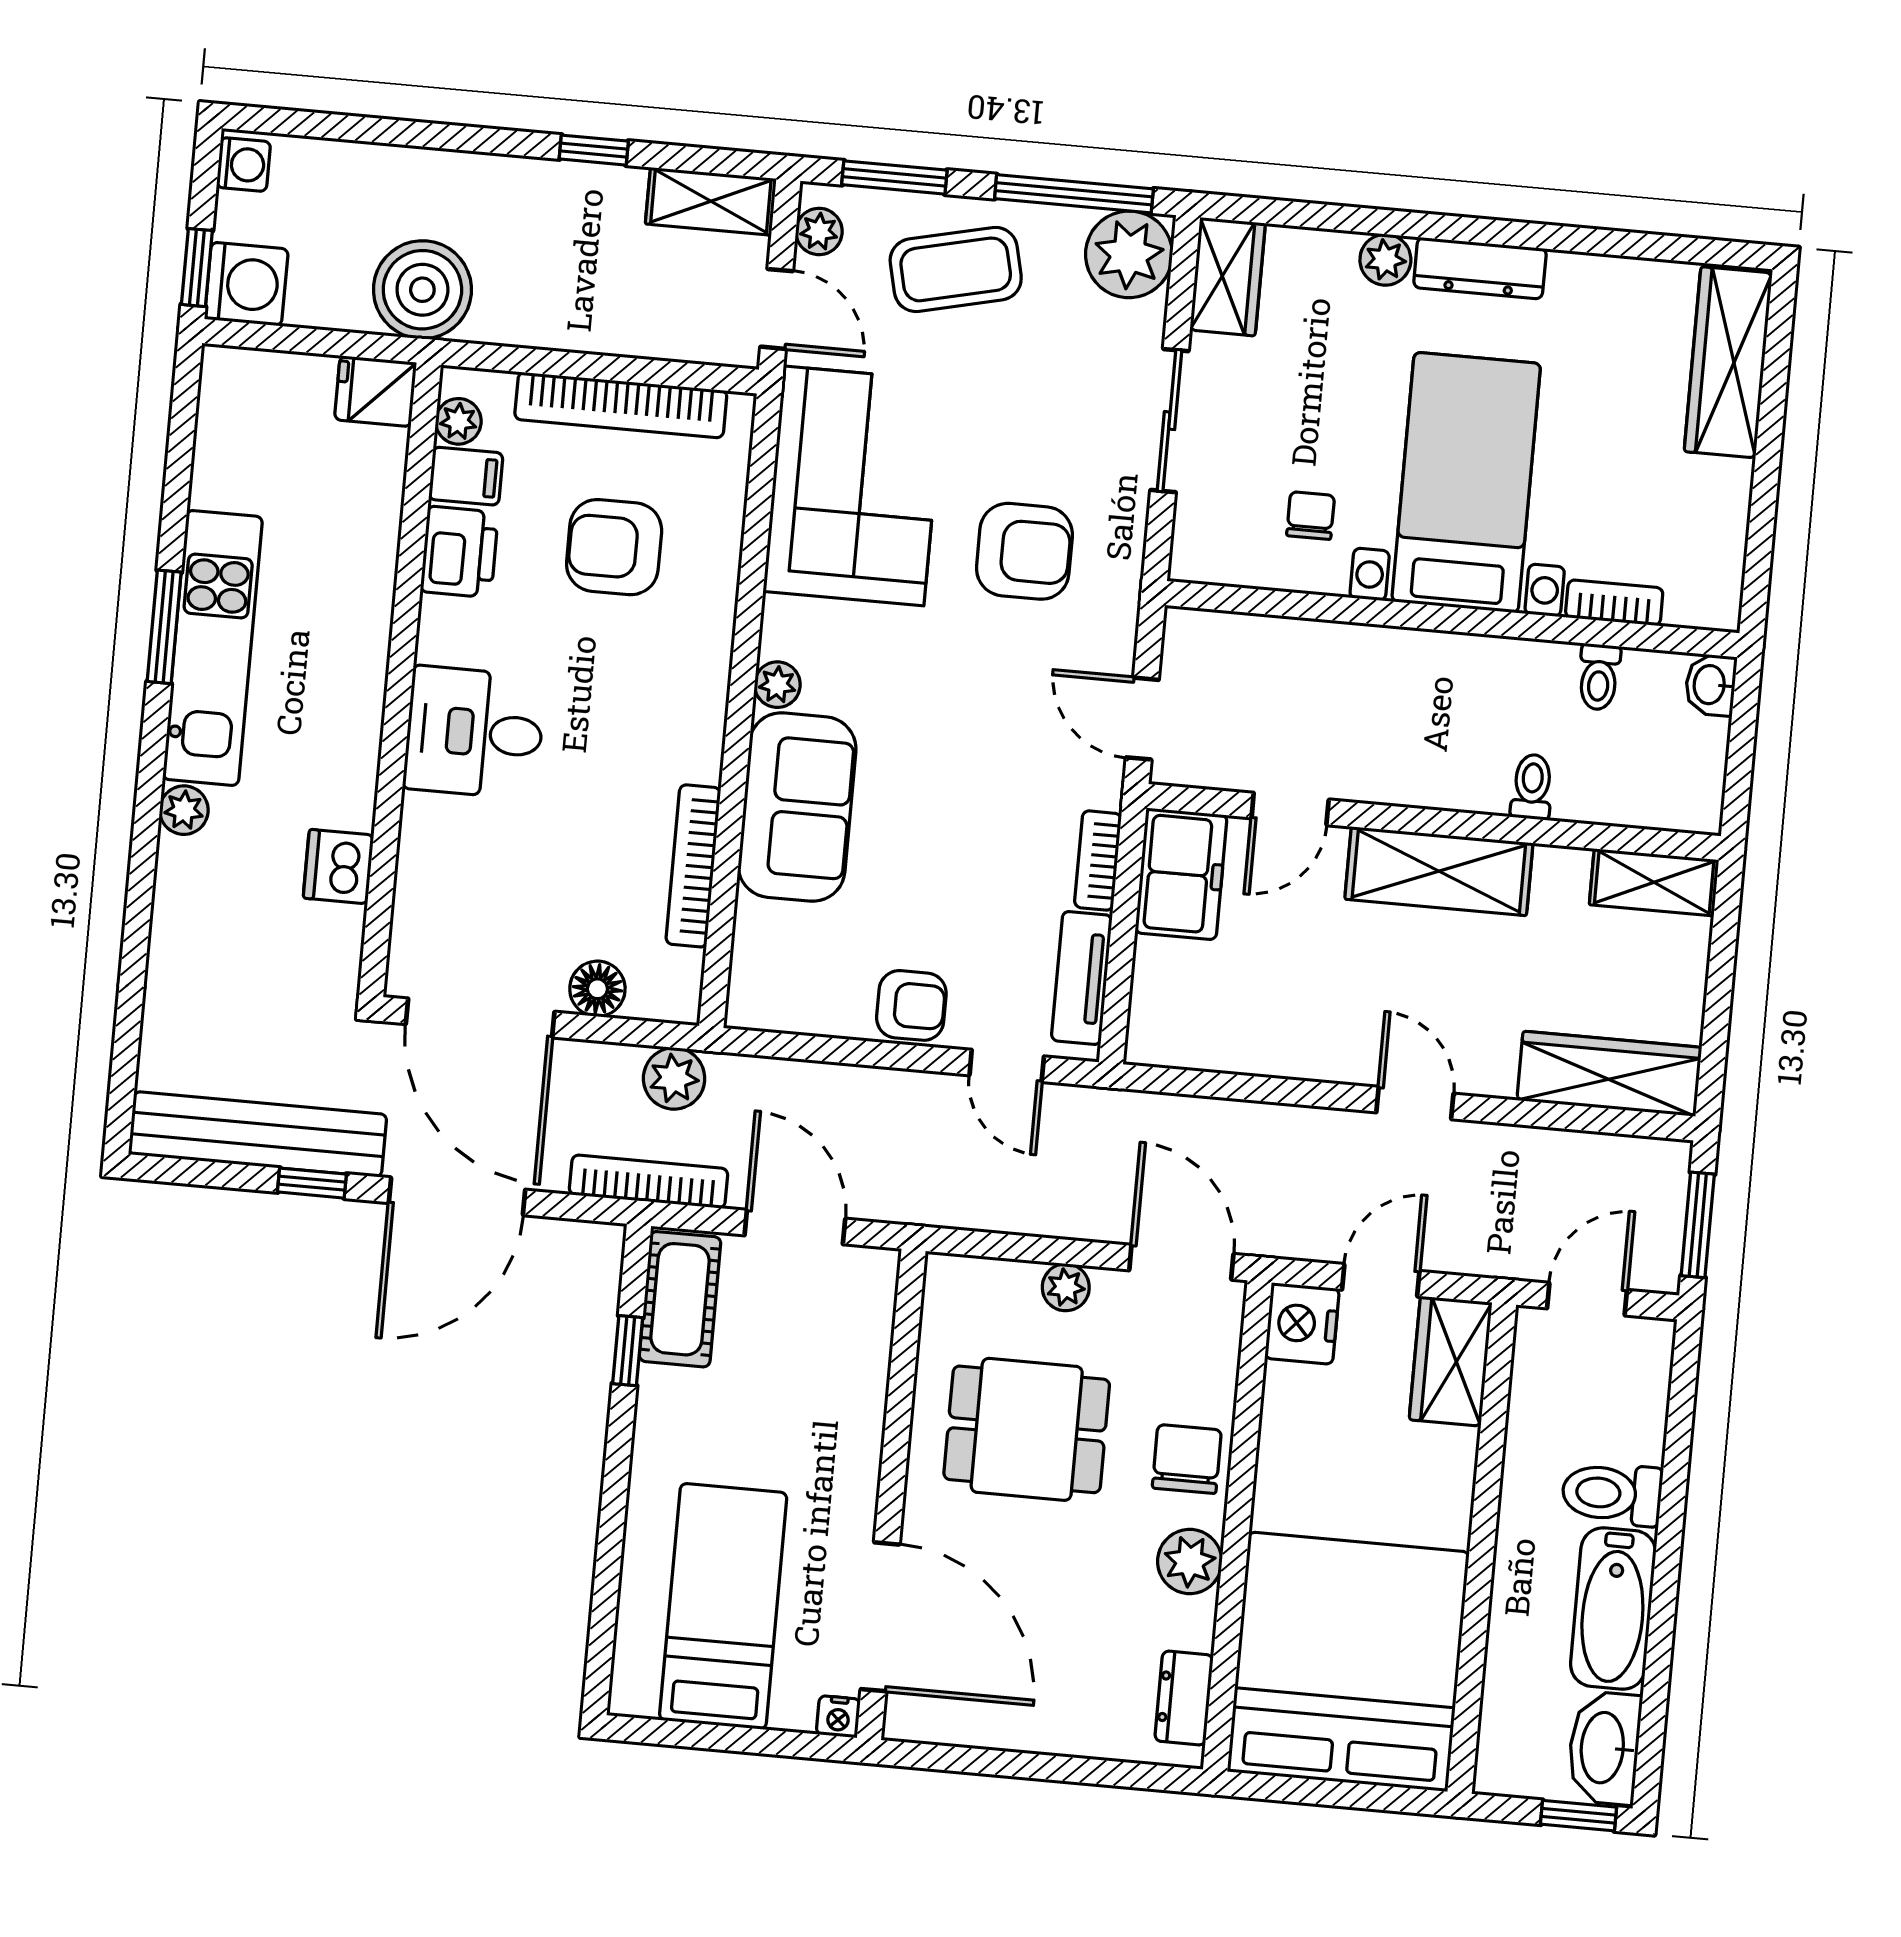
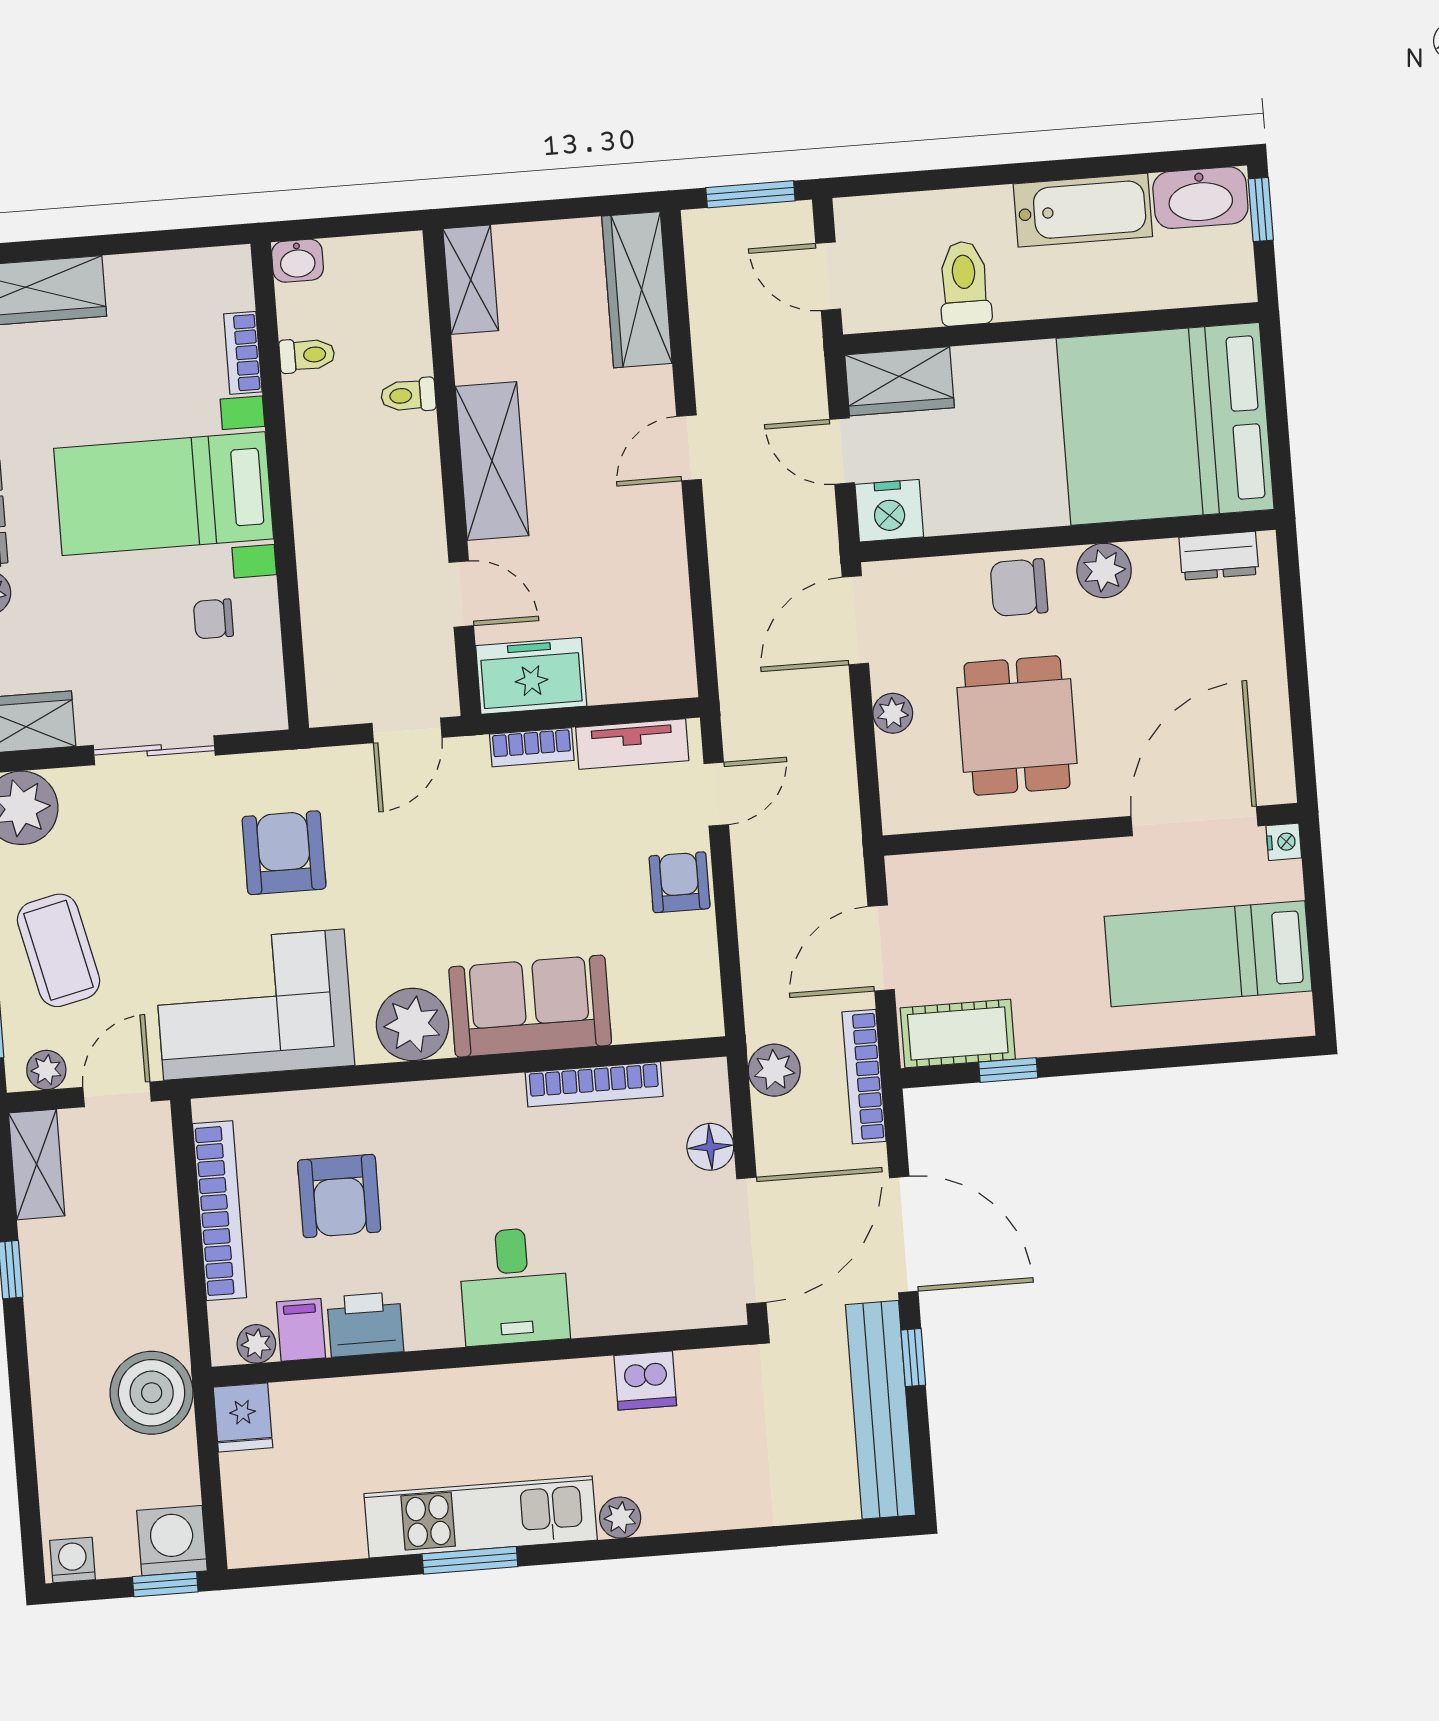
plant: (777, 685) -> (412, 1024), width x1.87, depth x1.87
toilet: (1612, 1494) -> (964, 283), moved, turned 180

